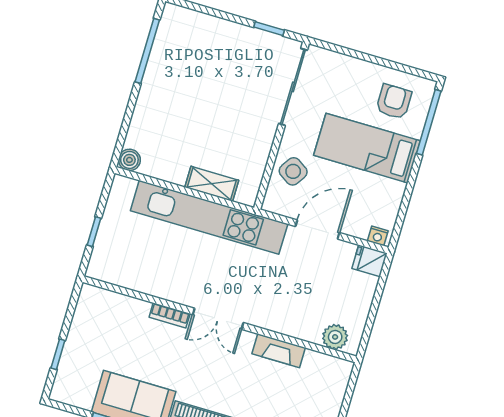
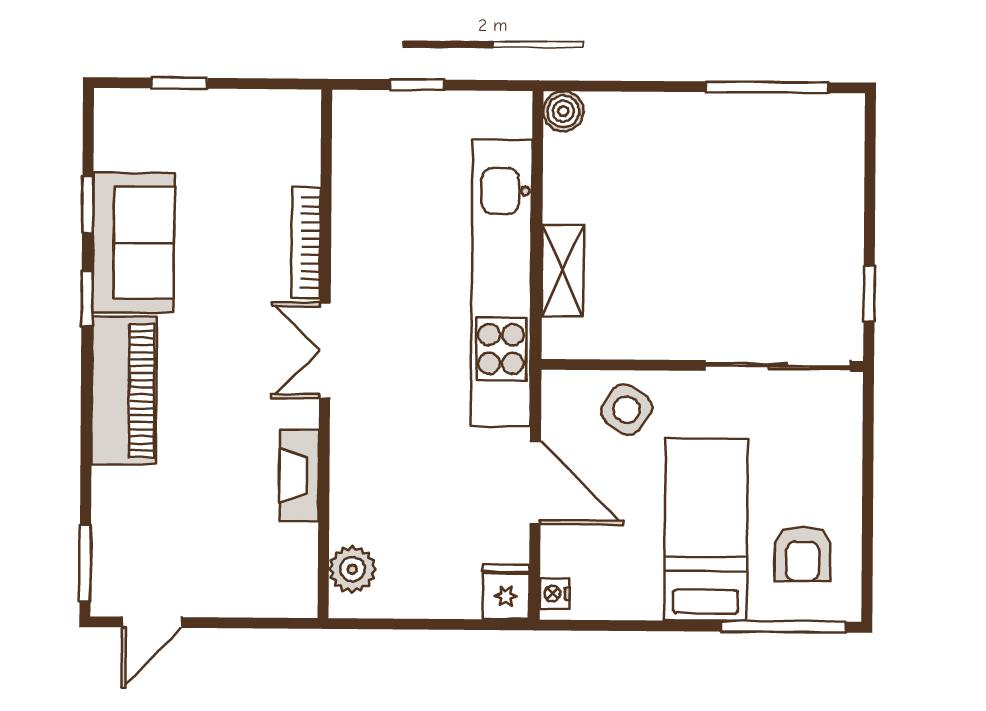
armchair: (394, 102) -> (803, 554), turned 90
bookcase: (170, 315) -> (306, 243), width x1.56

